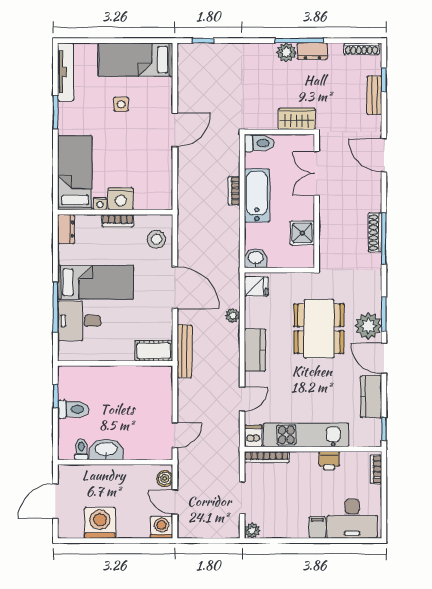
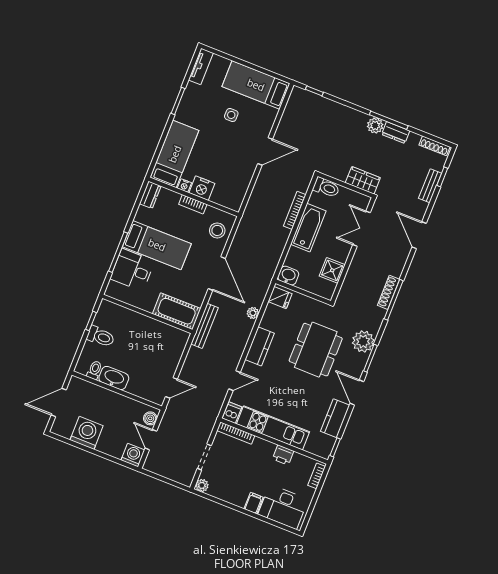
tv unit: (66, 72) -> (201, 66), width x0.71
bookcase: (234, 191) -> (295, 210), width x1.56
plant: (368, 326) -> (363, 341), moved
cot: (154, 351) -> (177, 311), width x1.37, depth x1.34

